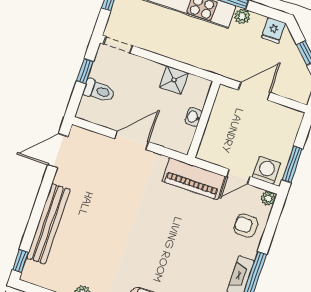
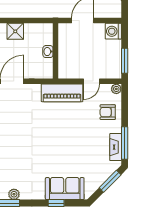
shower: (174, 80) -> (15, 31), moved
washing machine: (266, 170) -> (113, 31), moved, turned -90

